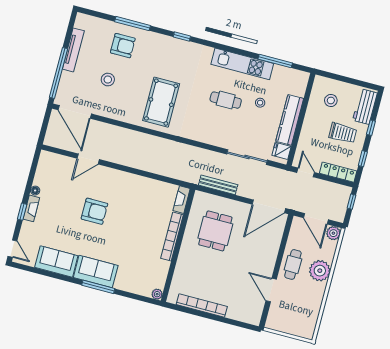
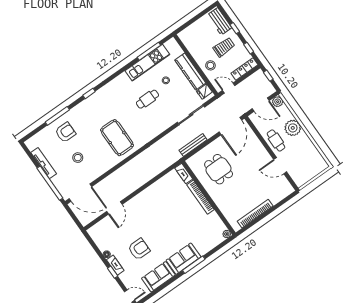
kitchen unit: (242, 64) -> (147, 63), moved
stool: (331, 101) -> (210, 65), moved
armchair: (94, 211) -> (139, 249), moved

